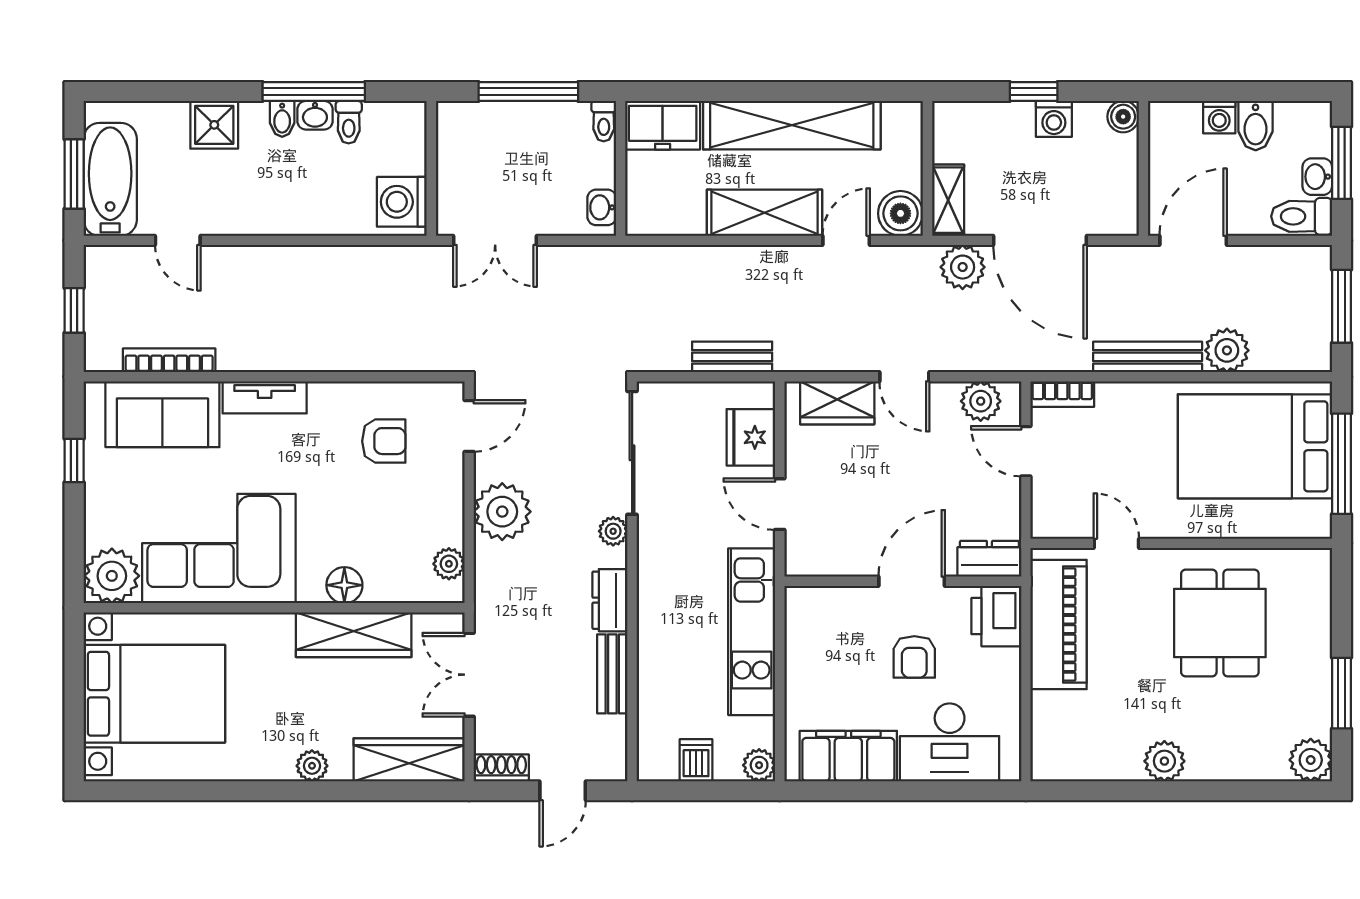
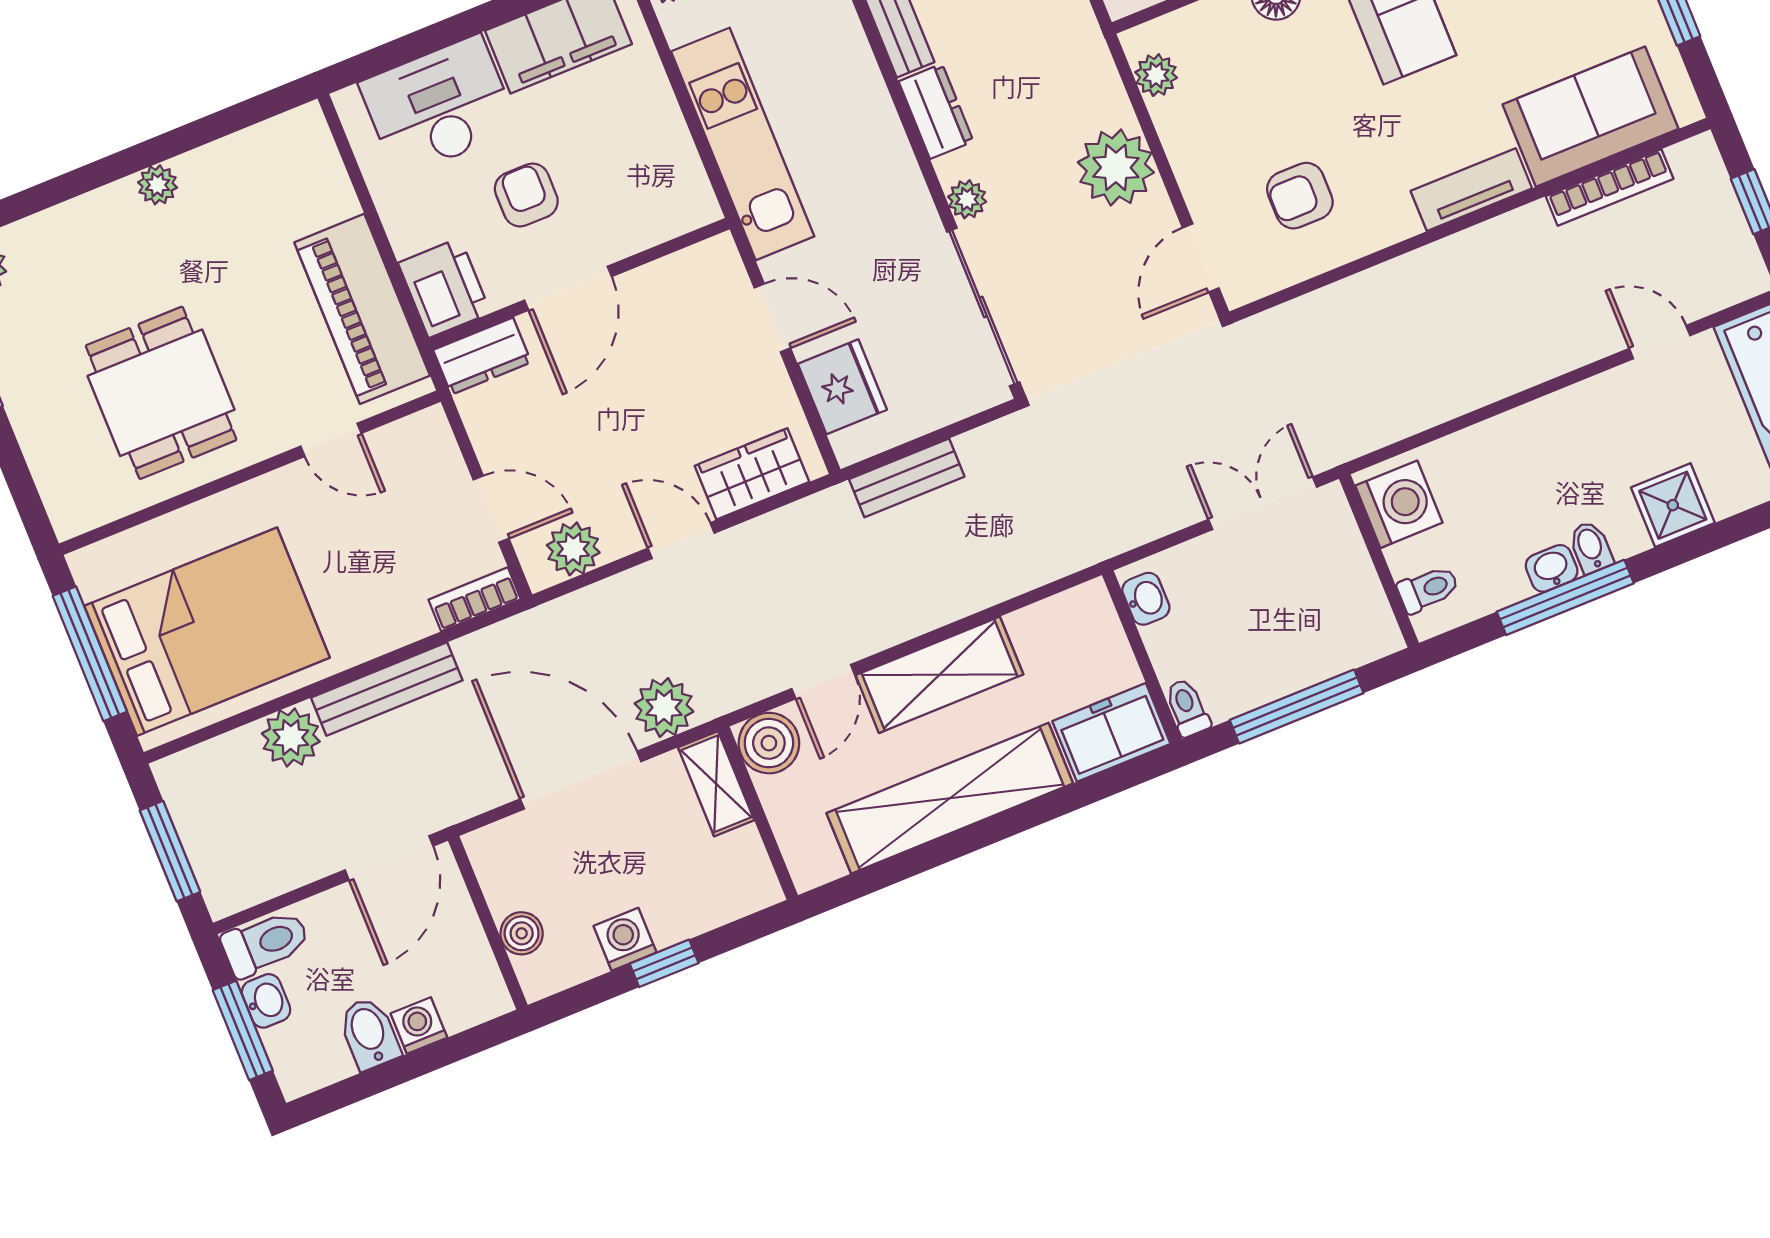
boiler: (1123, 117) -> (522, 933), moved
toilet: (349, 122) -> (1428, 589), moved, turned 90
plant: (1164, 761) -> (158, 185), width x0.73, depth x0.73

